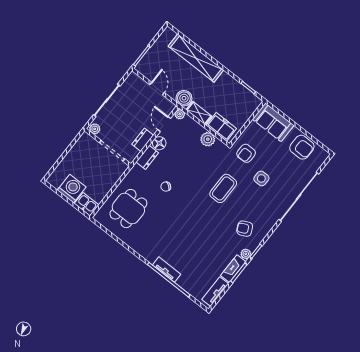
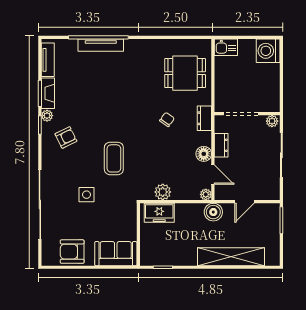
door: (157, 89) -> (244, 202), hinge flipped
shelving: (199, 113) -> (189, 209), removed
armchair: (246, 153) -> (118, 206), removed
dresser: (147, 157) -> (204, 118), moved
washing machine: (72, 189) -> (268, 51), moved, turned 90
dining table: (128, 209) -> (185, 73), turned 90
tv unit: (167, 270) -> (101, 45), width x1.41

